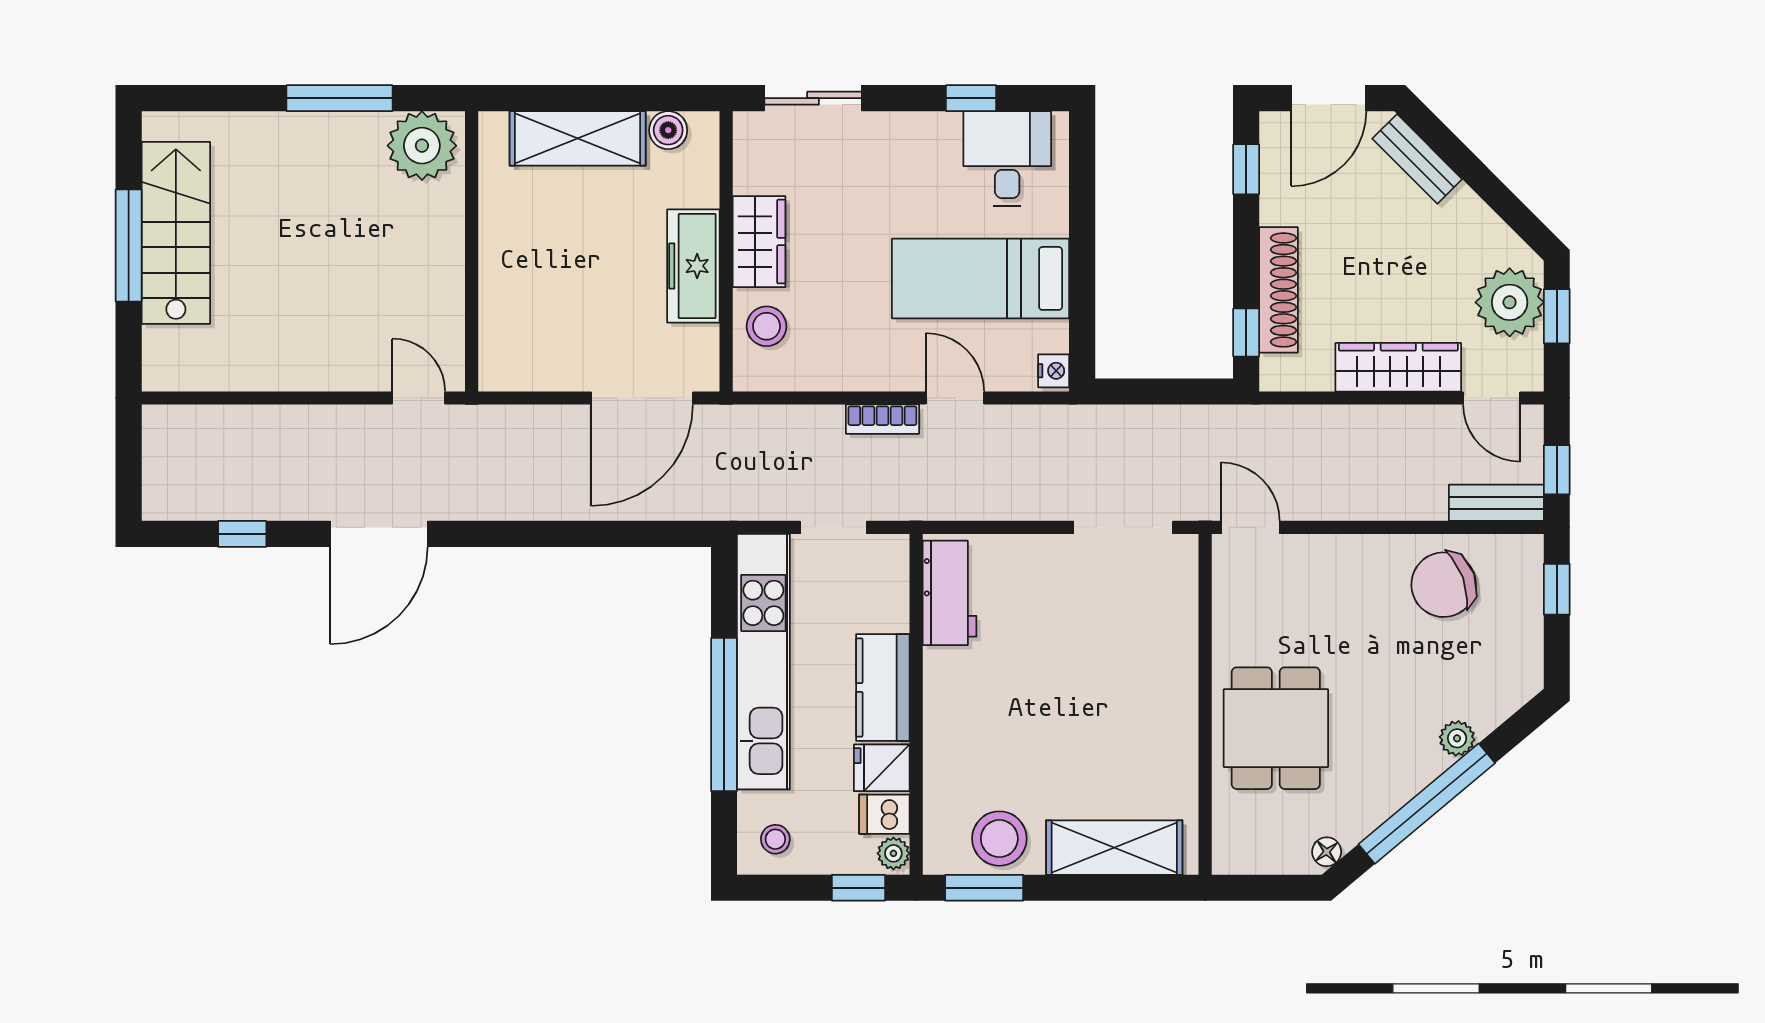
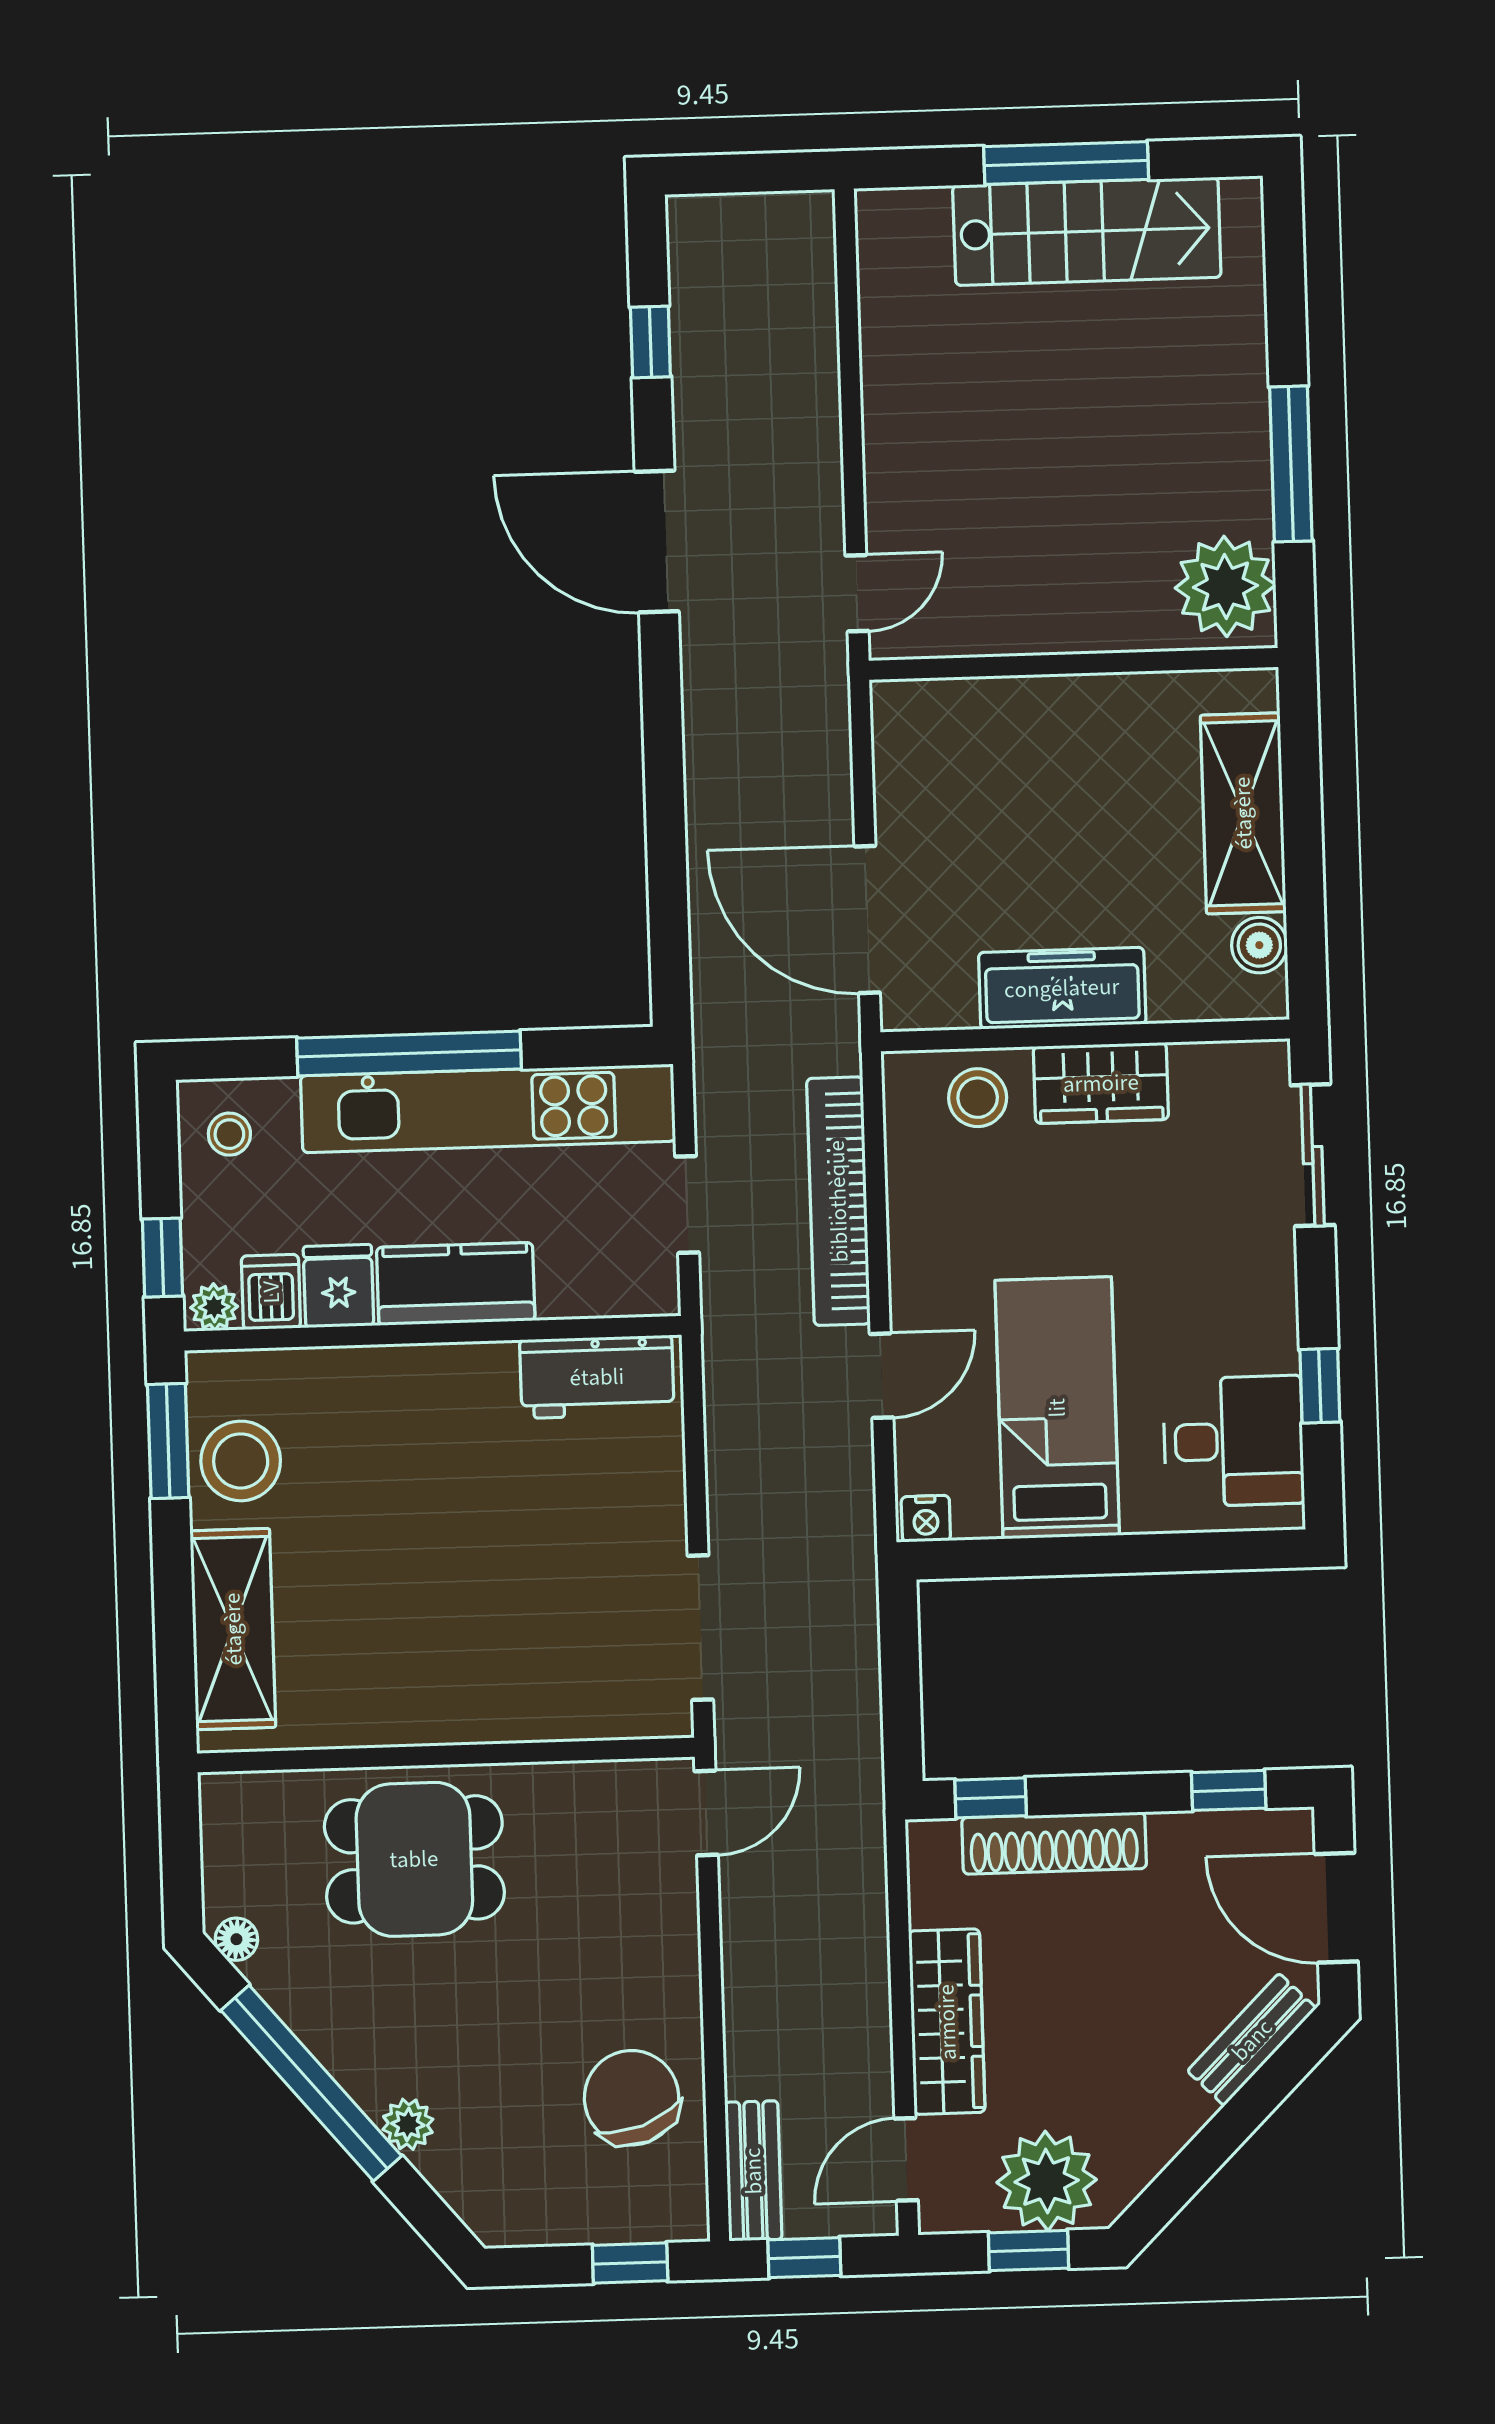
bookcase: (882, 419) -> (838, 1201), width x2.31, depth x1.31

